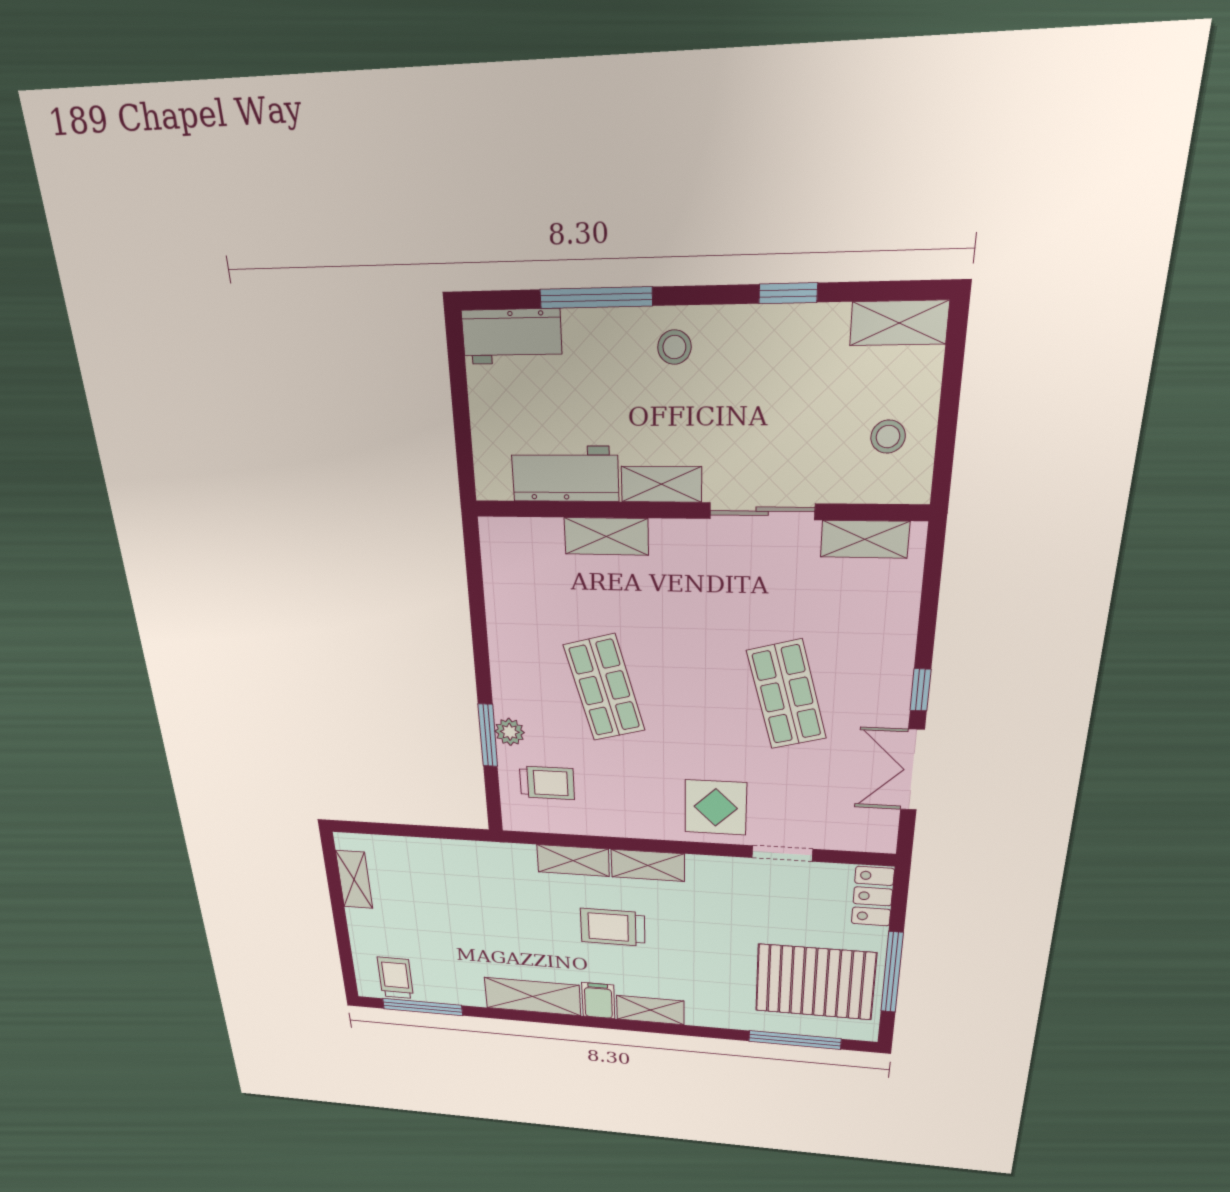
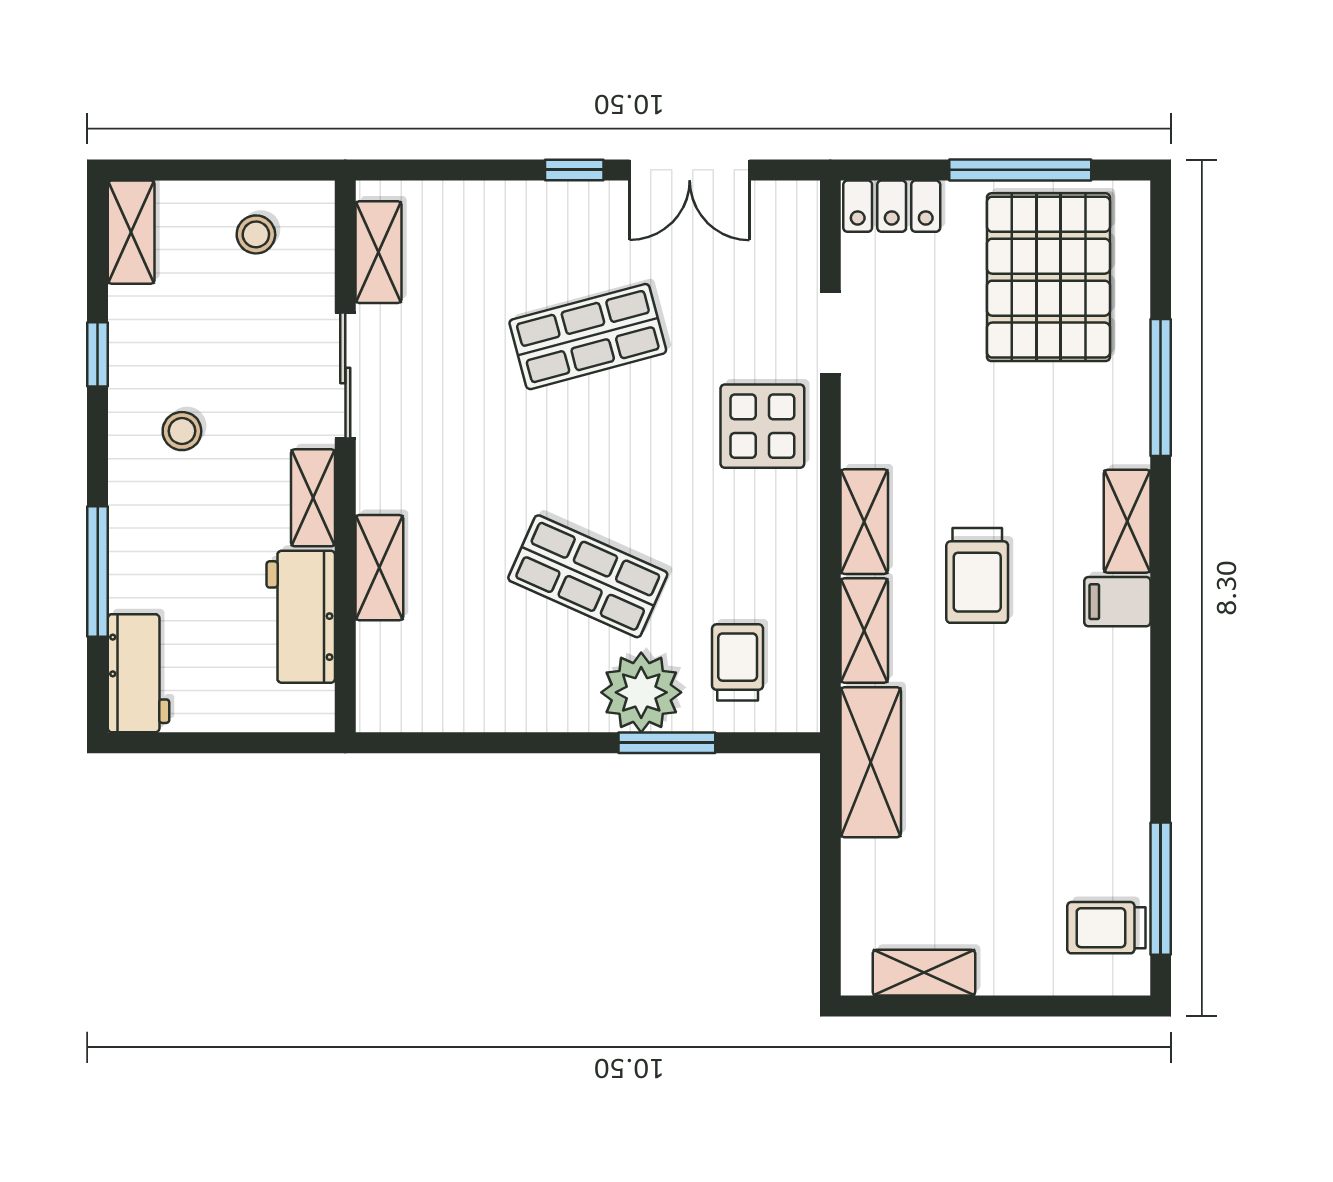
stool: (674, 347) -> (182, 431), moved
shop shelf: (604, 688) -> (588, 576), turned 39
plant: (510, 732) -> (641, 692), width x1.87, depth x1.87
shelving: (533, 996) -> (871, 762), moved
window: (795, 1040) -> (1161, 388), moved

